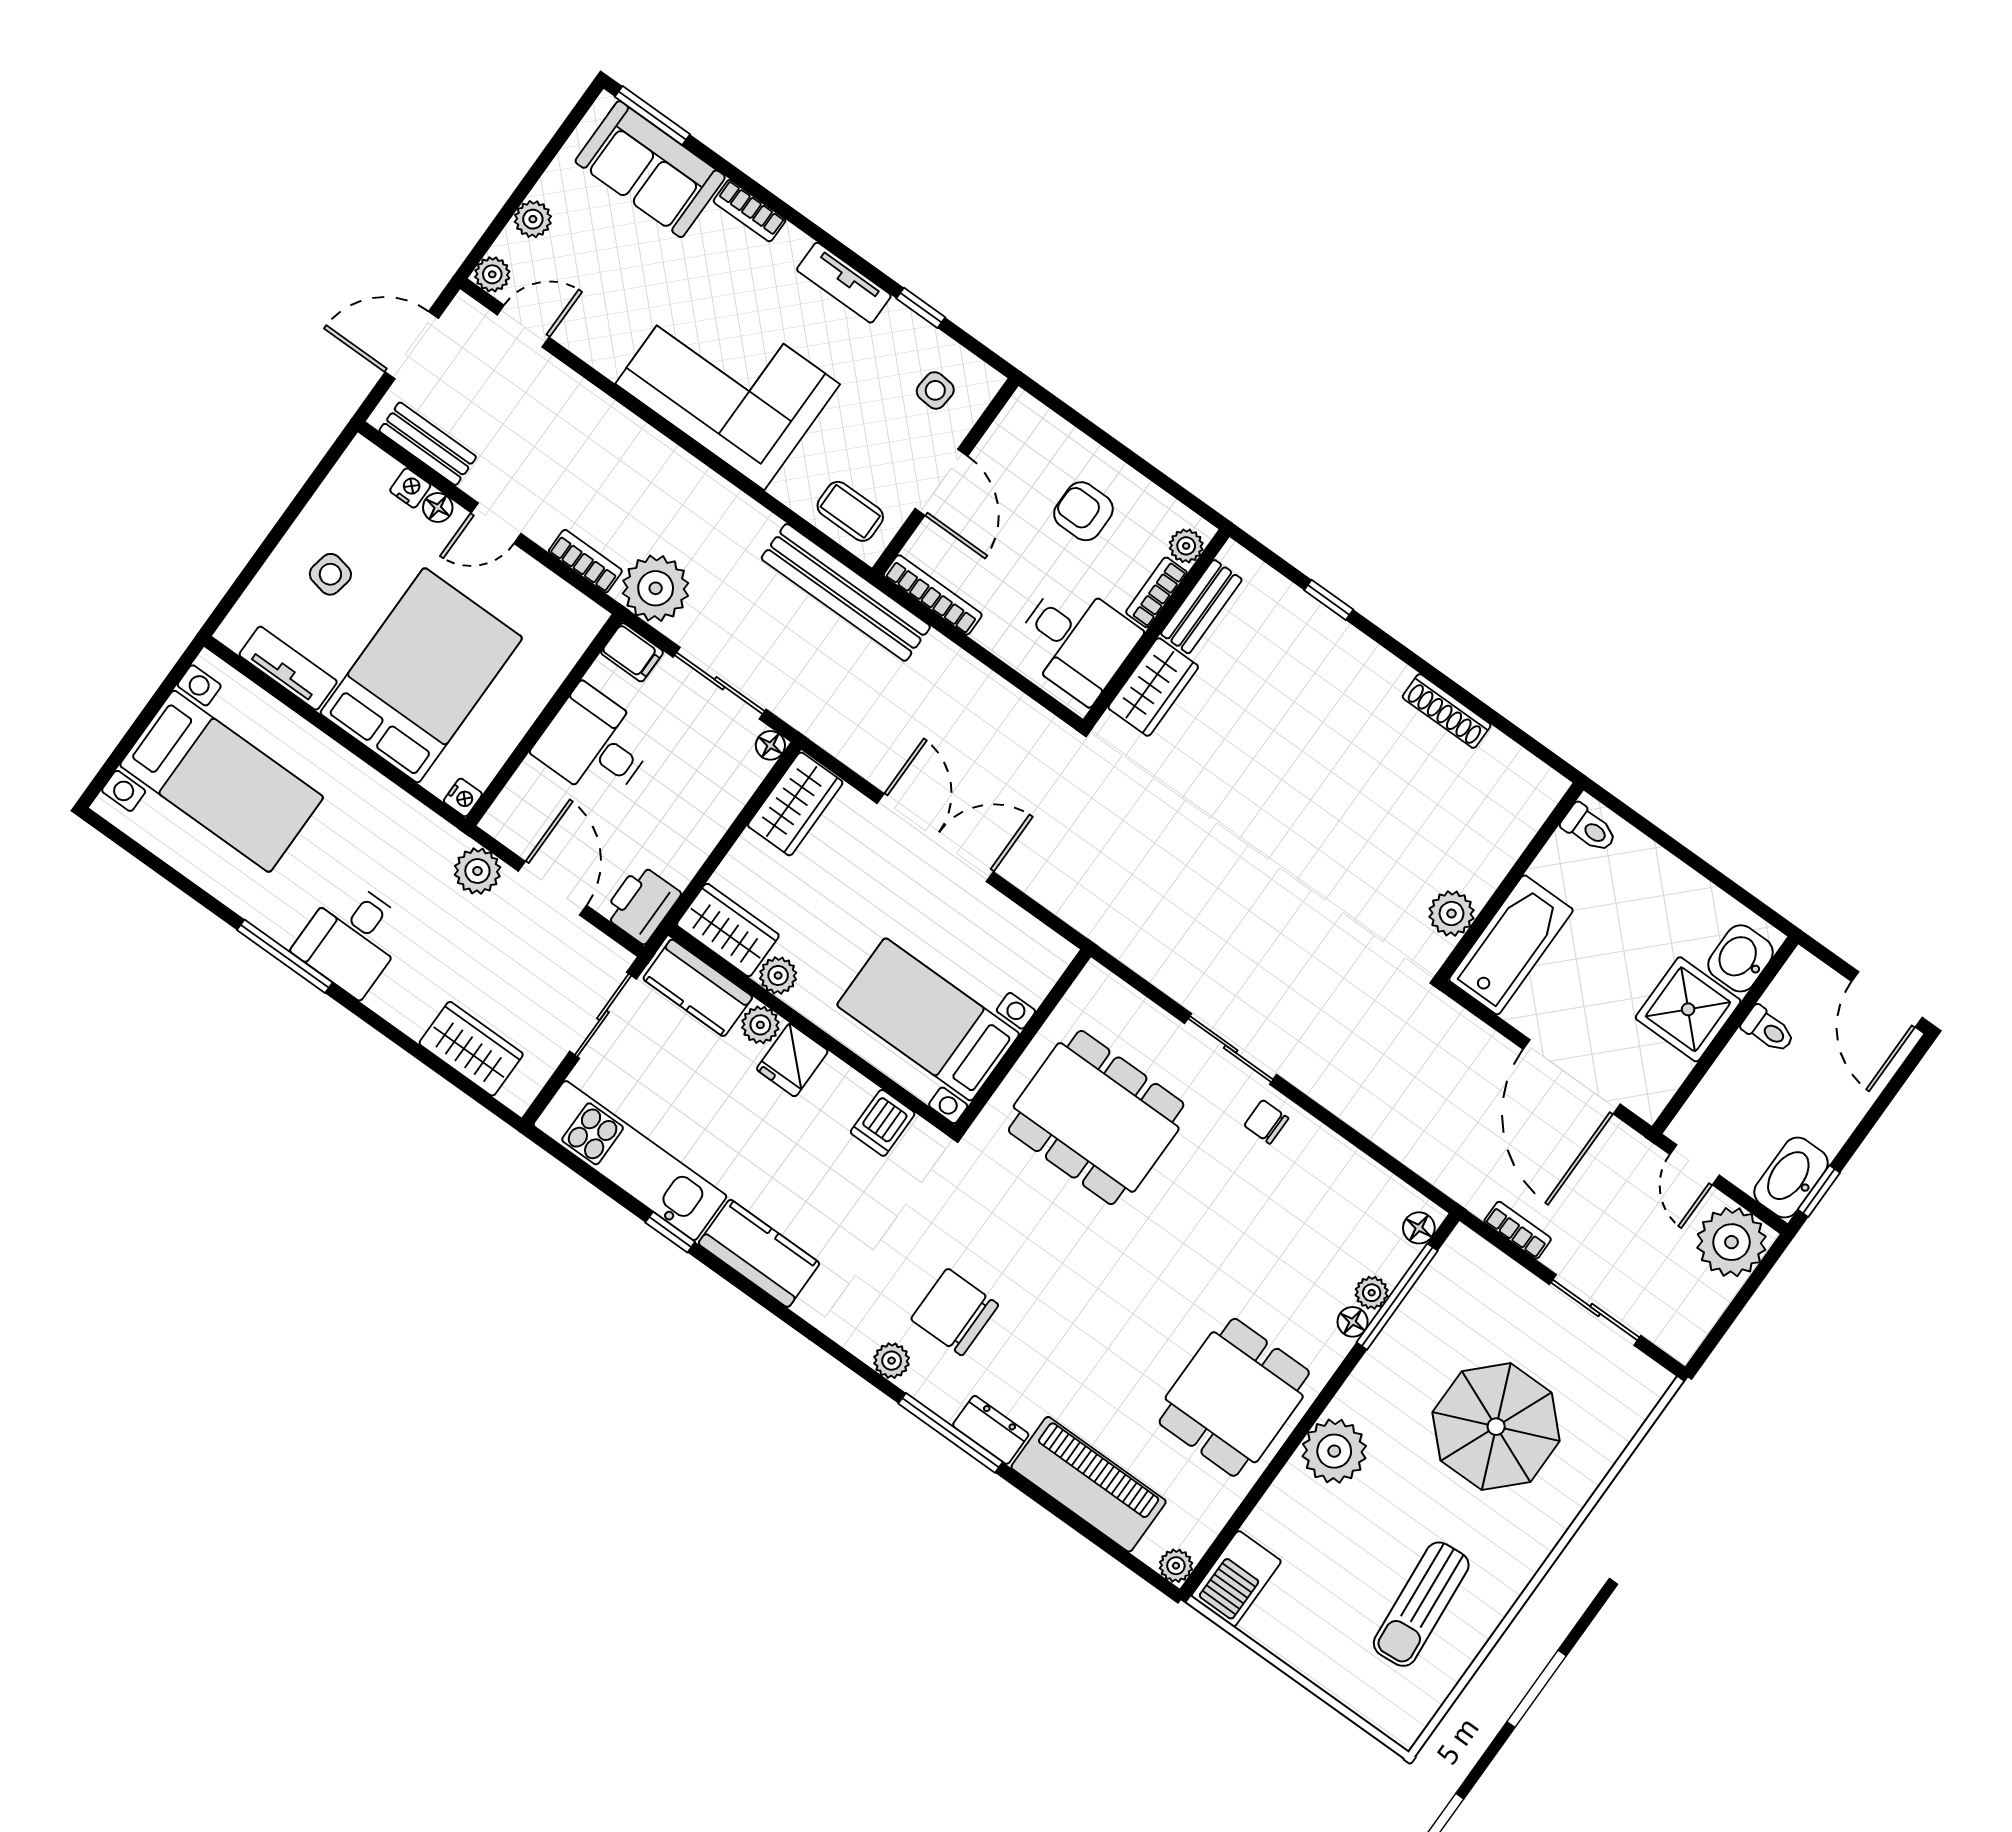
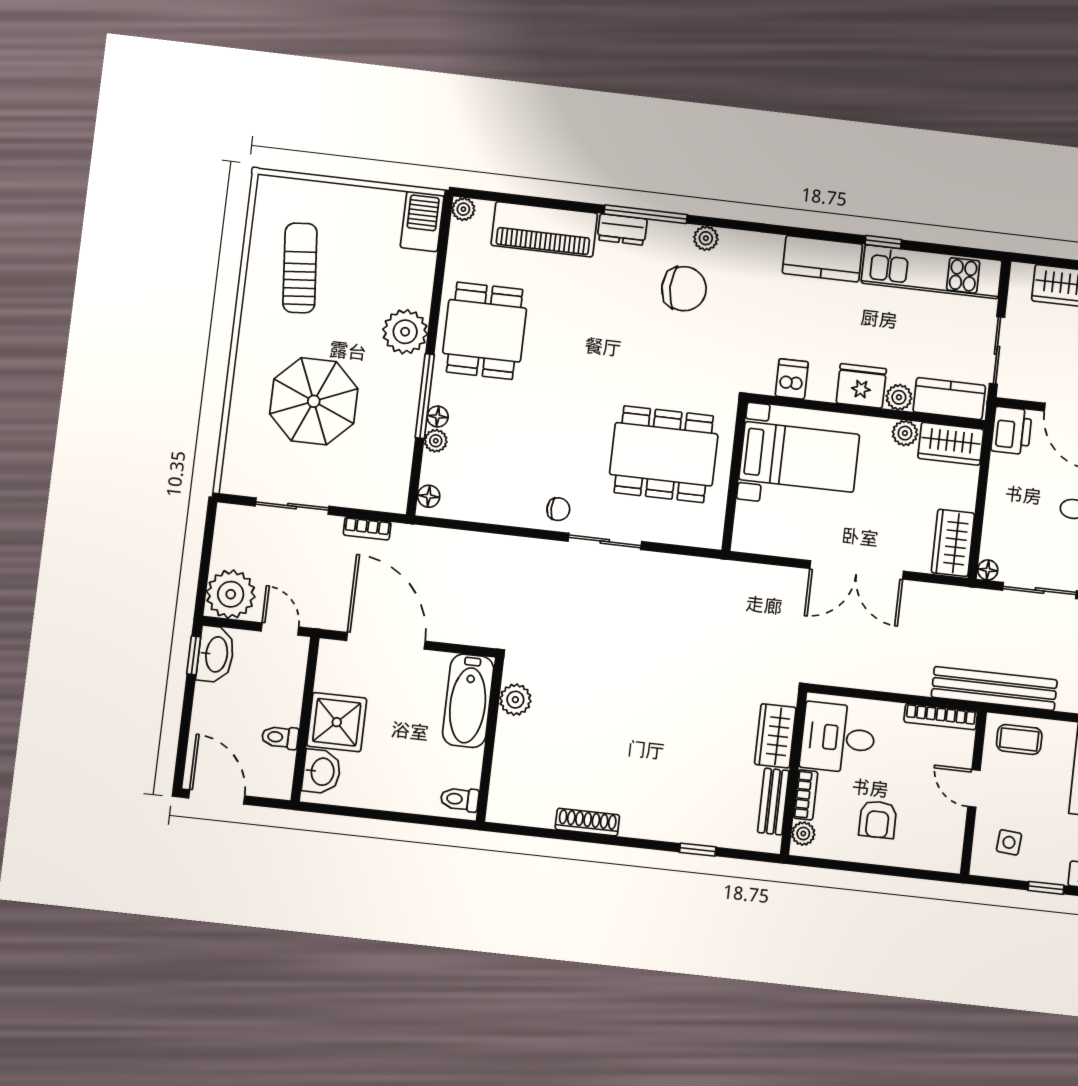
door: (941, 482) -> (974, 788), width x0.73
armchair: (1083, 511) -> (878, 819), turned 90
fridge: (792, 1060) -> (861, 386), width x1.38
window: (1397, 1297) -> (425, 396), moved

